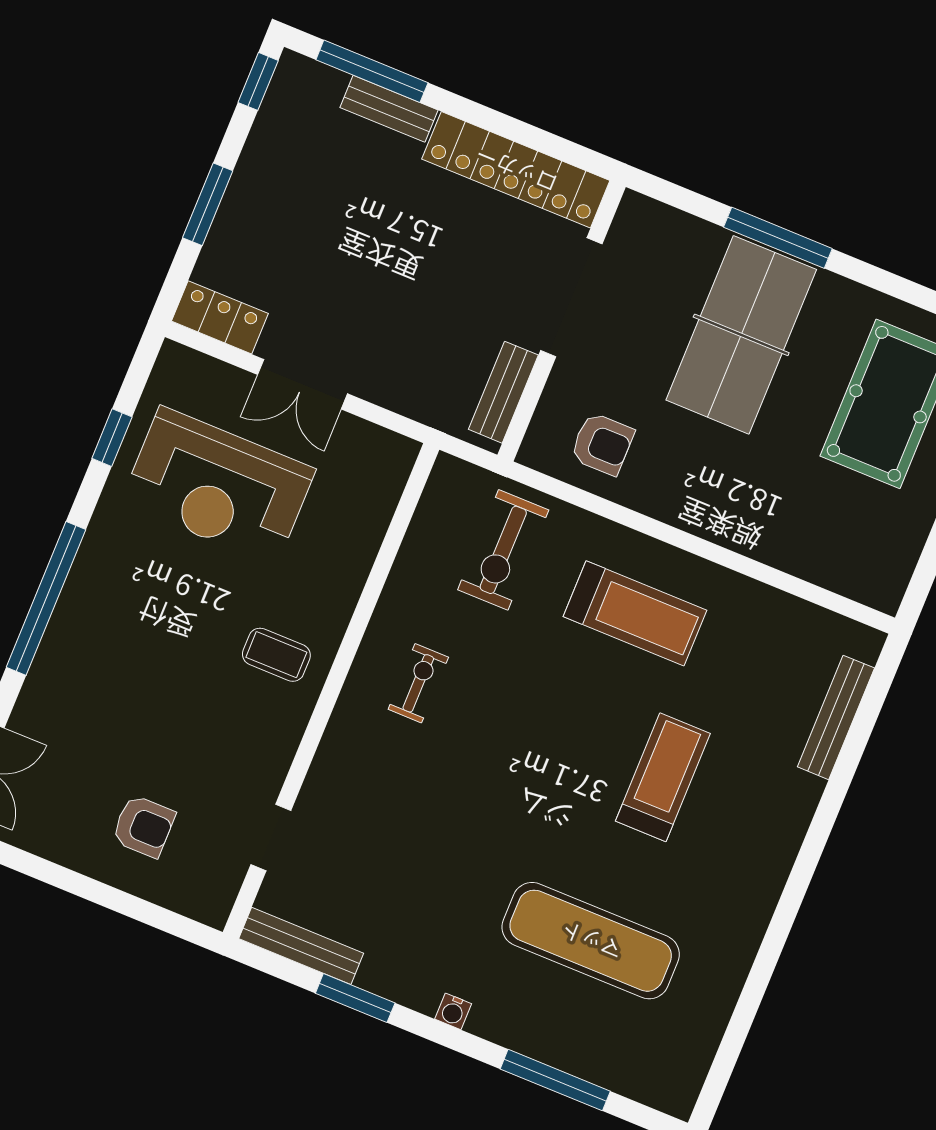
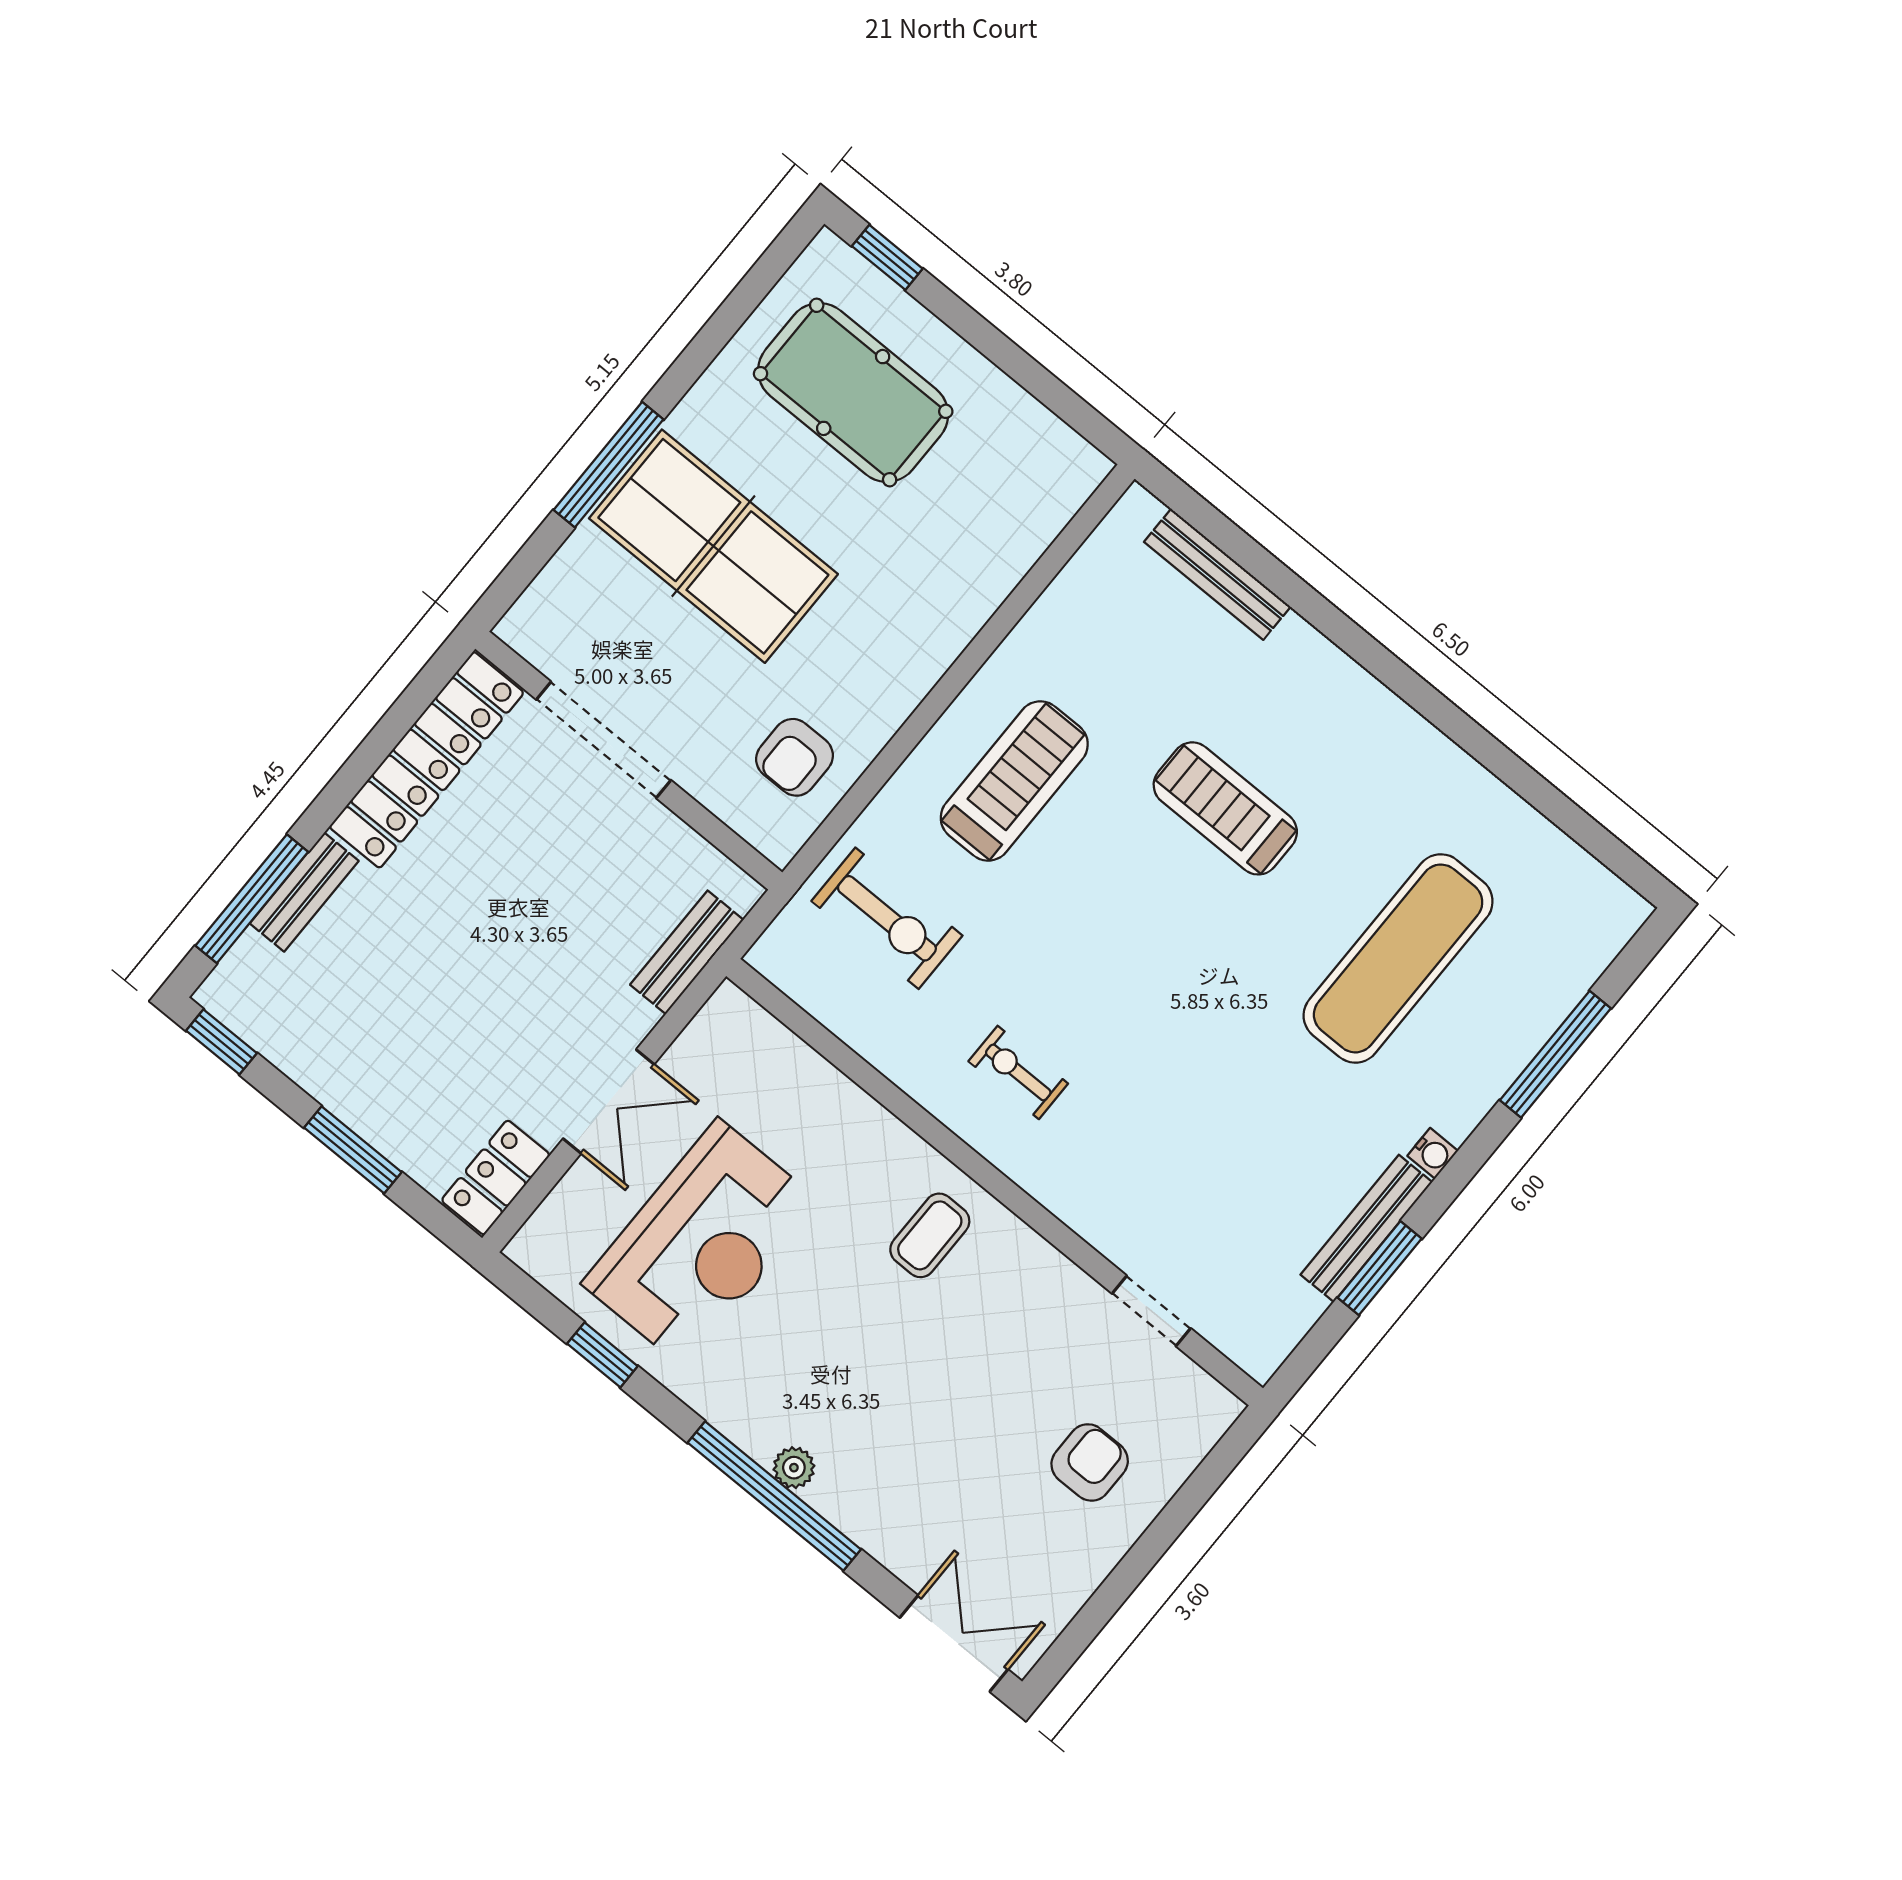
bench: (503, 392) -> (687, 952), moved, turned 90
armchair: (602, 444) -> (795, 757), turned 180
plant: (72, 607) -> (794, 1468), added
bench: (301, 946) -> (1366, 1228), moved

